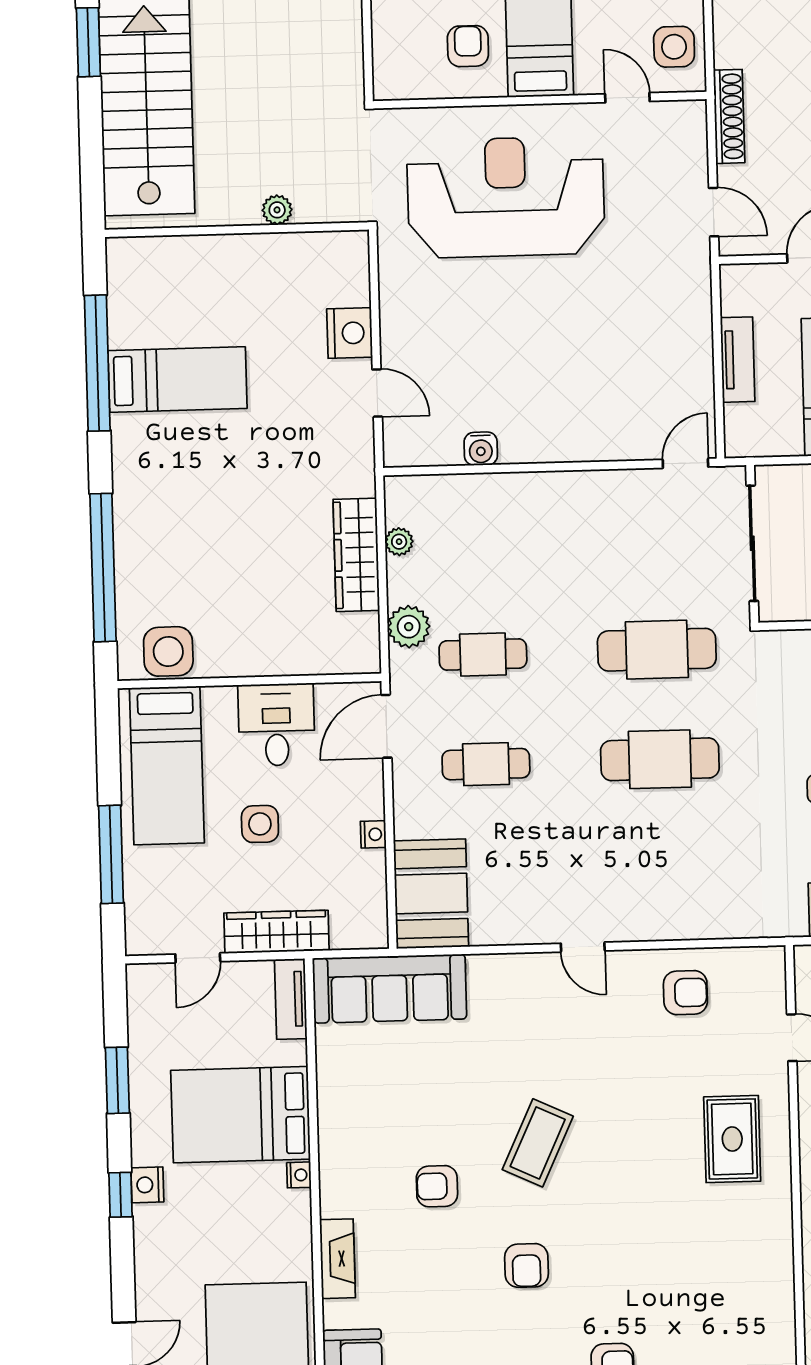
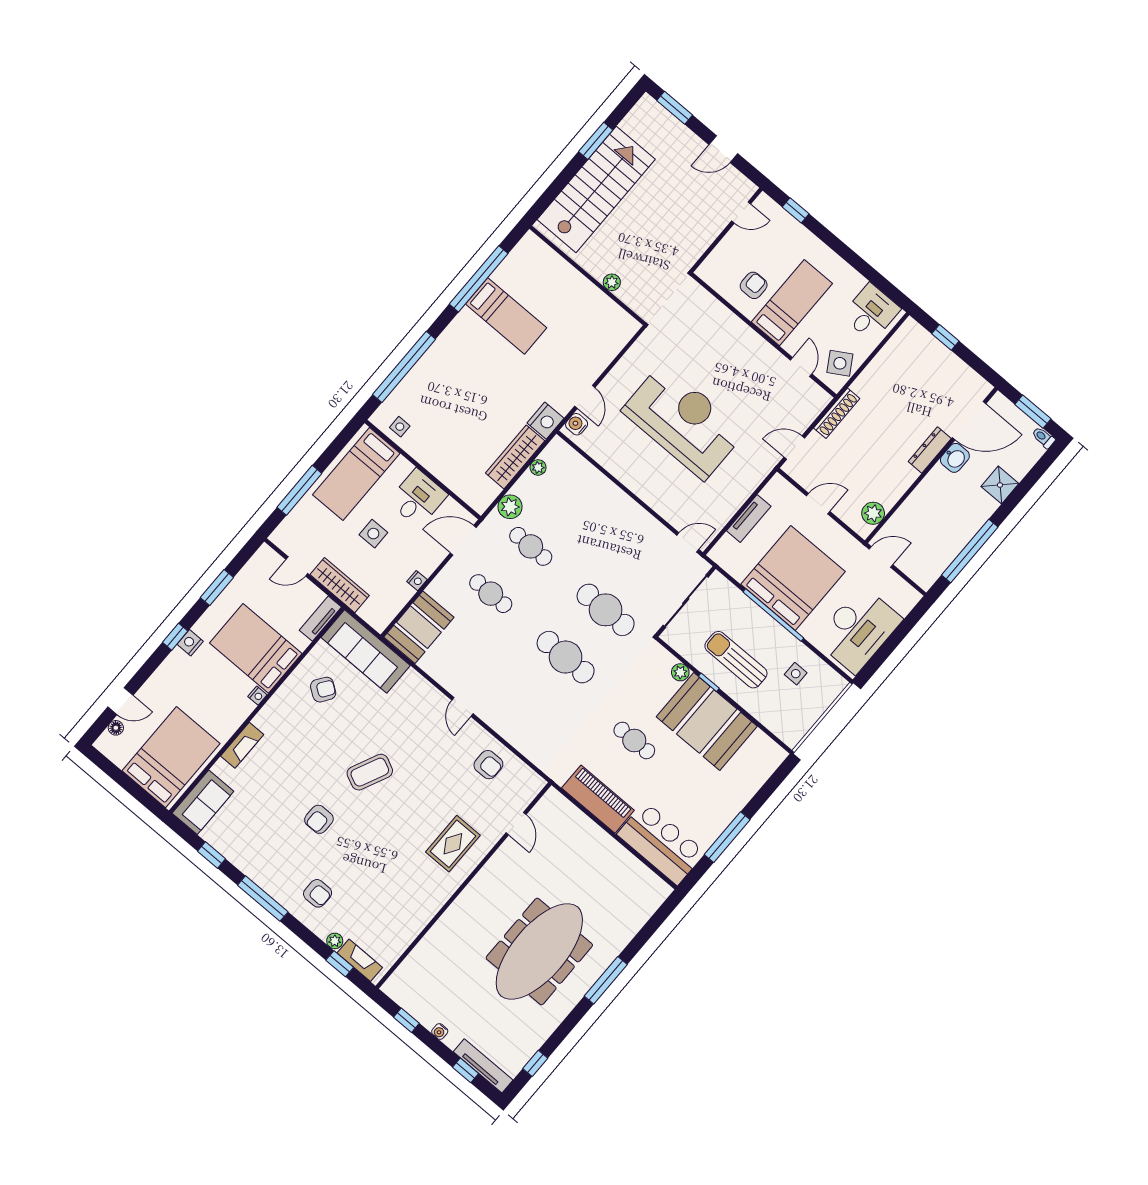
side table: (674, 47) -> (840, 363), turned -31
reception desk: (506, 197) -> (683, 421), moved
door: (714, 212) -> (794, 448), swing flipped
nightstand: (350, 333) -> (546, 421), moved
water cooler: (481, 449) -> (577, 424), moved, turned 90
side table: (168, 651) -> (400, 427), width x0.54, depth x0.54
armchair: (437, 1186) -> (323, 690), moved, turned 125

